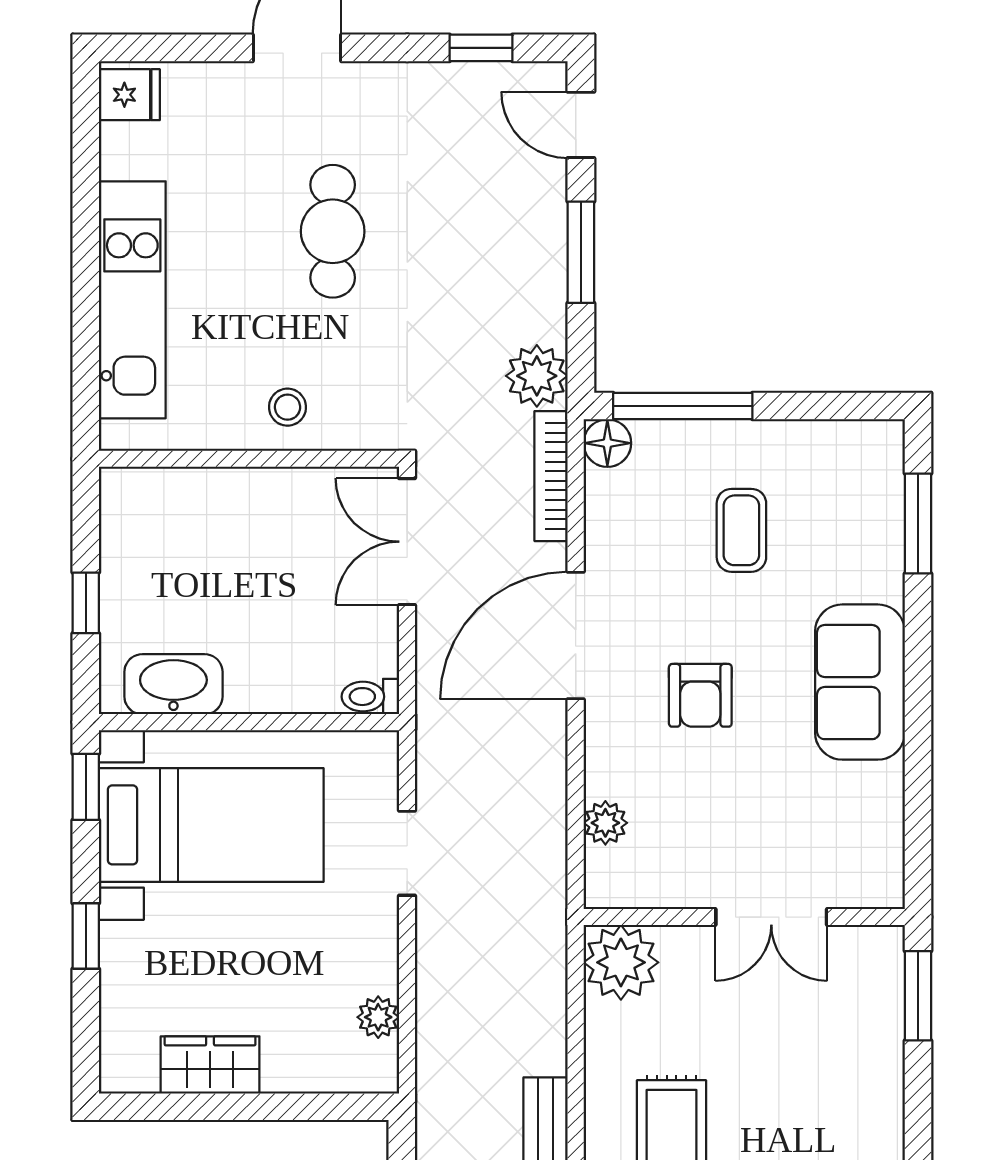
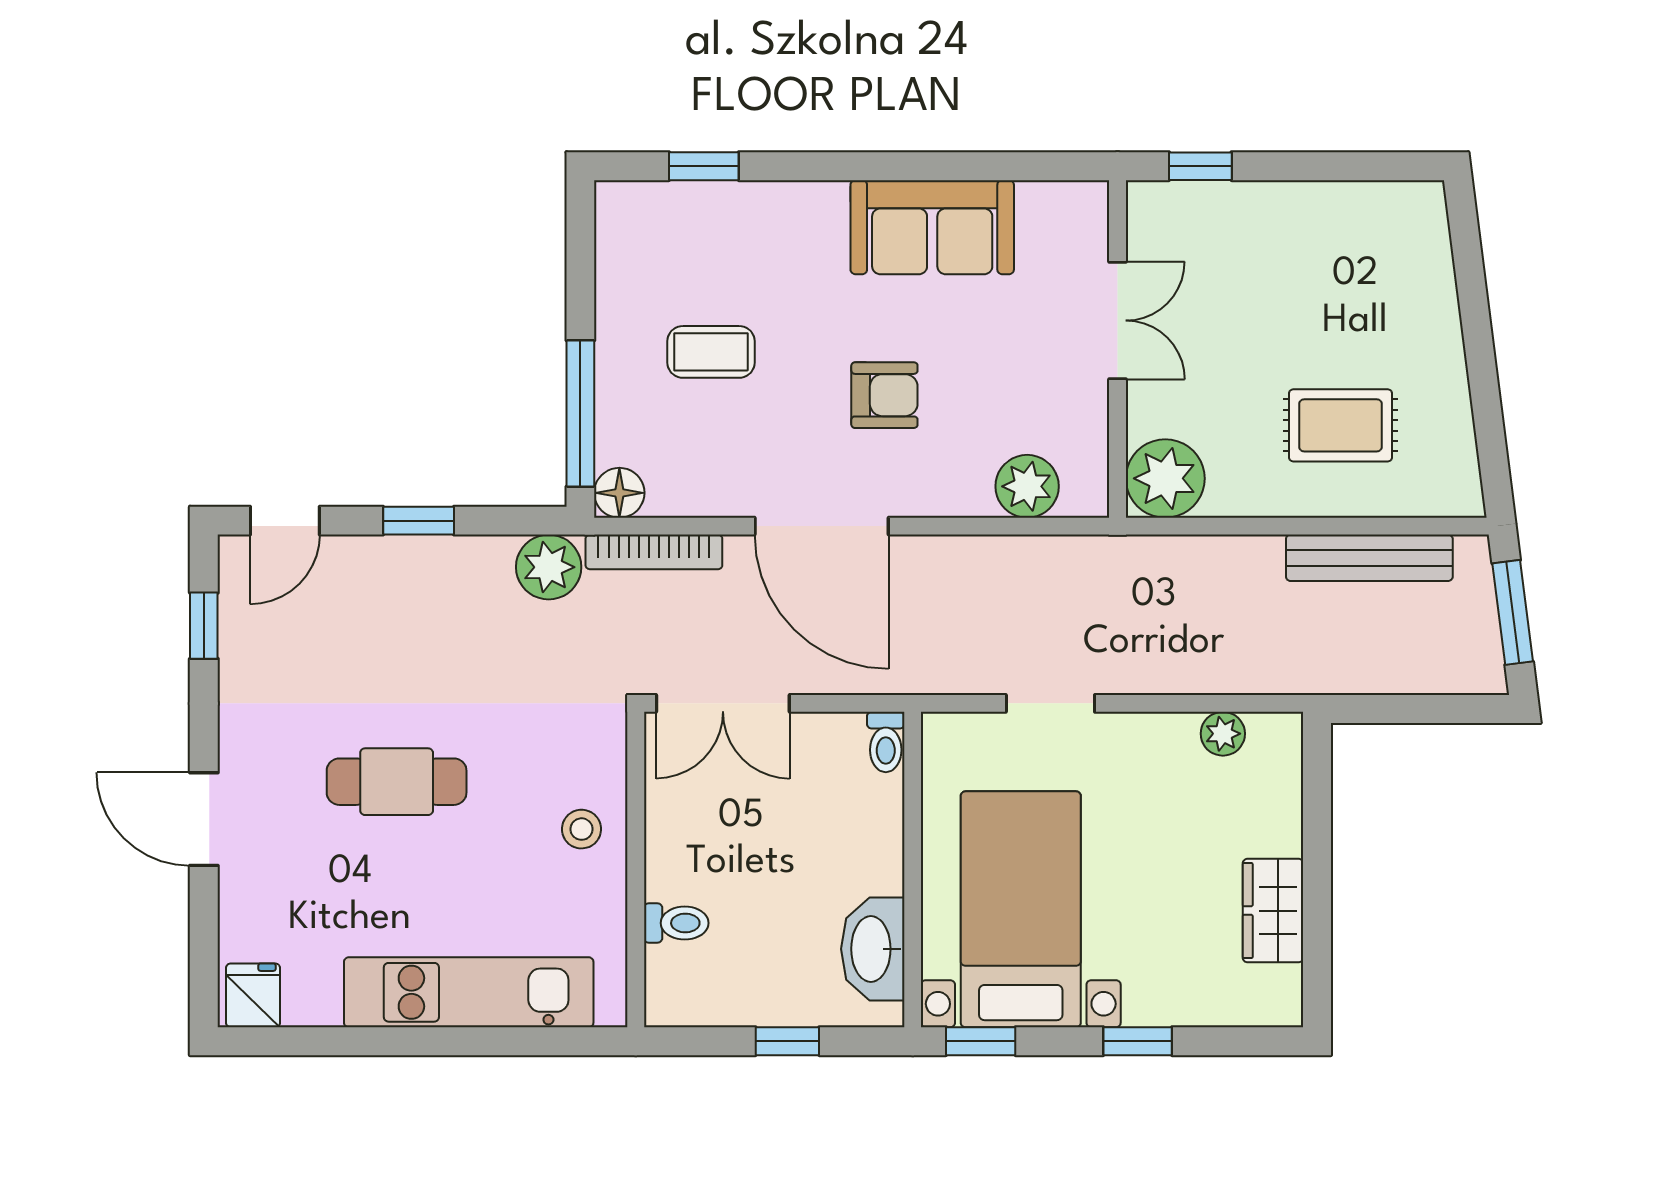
window: (581, 252) -> (419, 521), width x0.67
toilet: (198, 497) -> (676, 923), added
window: (918, 523) -> (704, 166), width x0.67
sofa: (860, 682) -> (932, 227), moved
plant: (605, 823) -> (1027, 486), width x1.38, depth x1.38
window: (918, 996) -> (1200, 166), width x0.67

